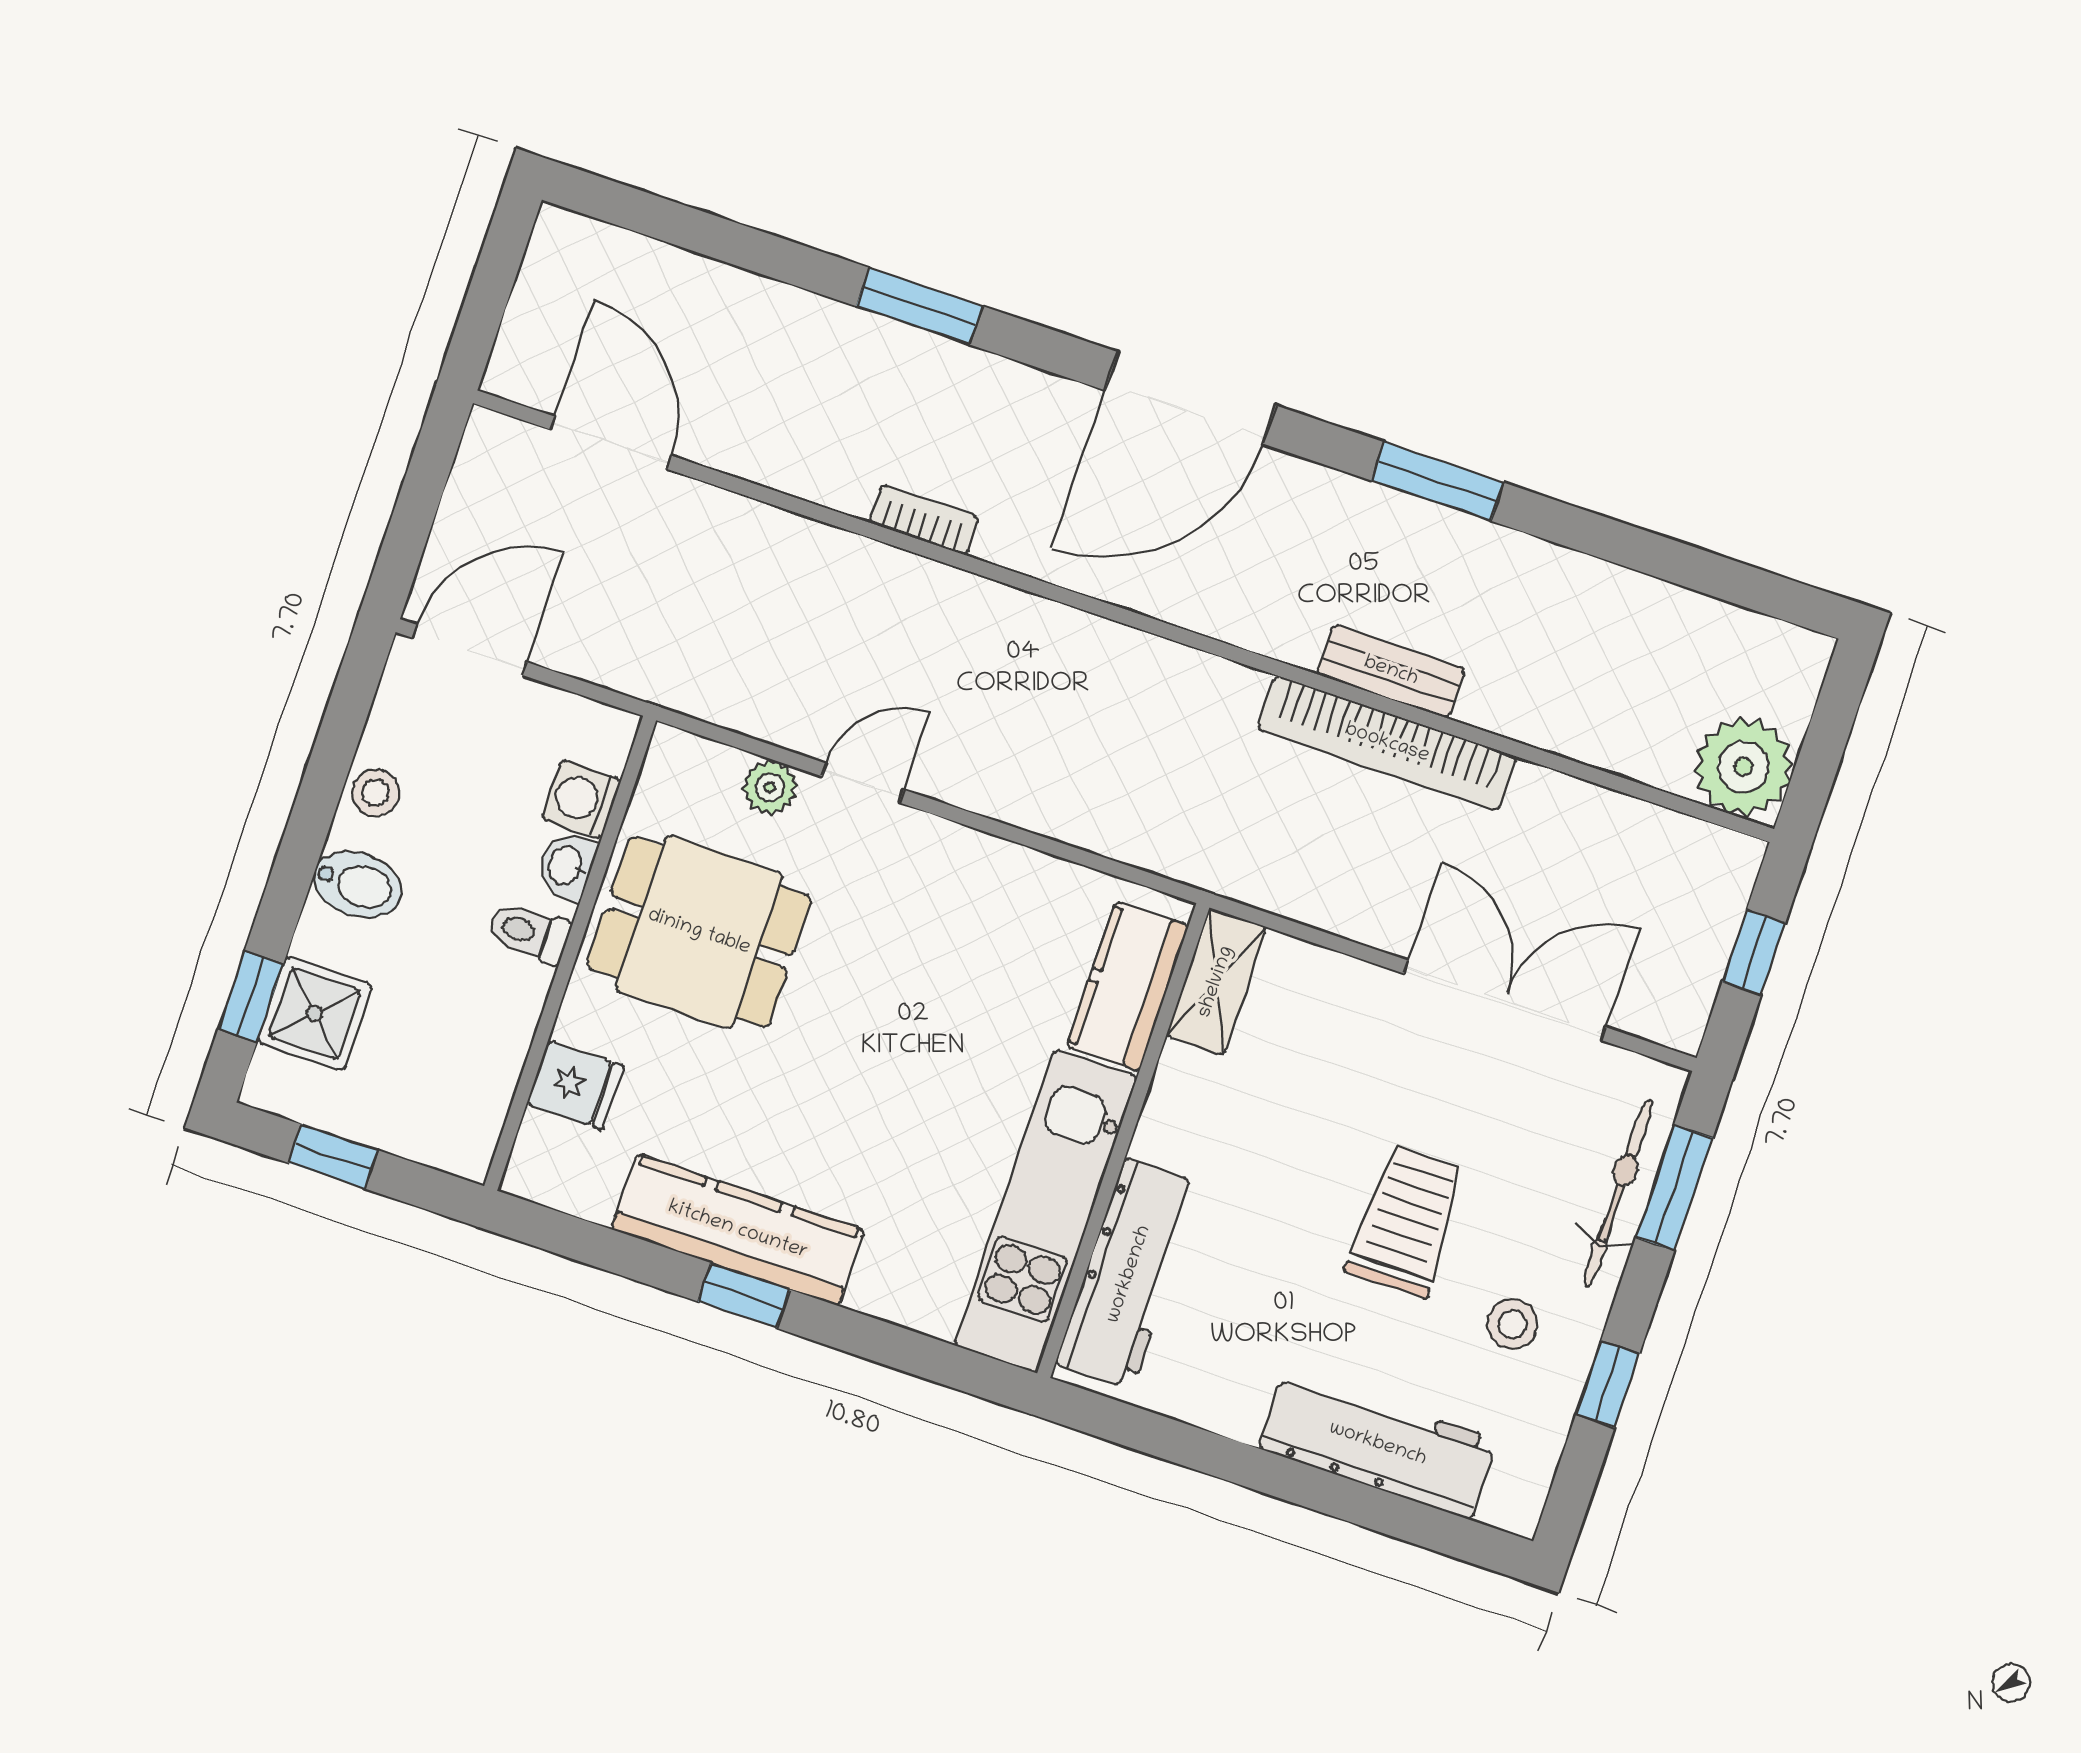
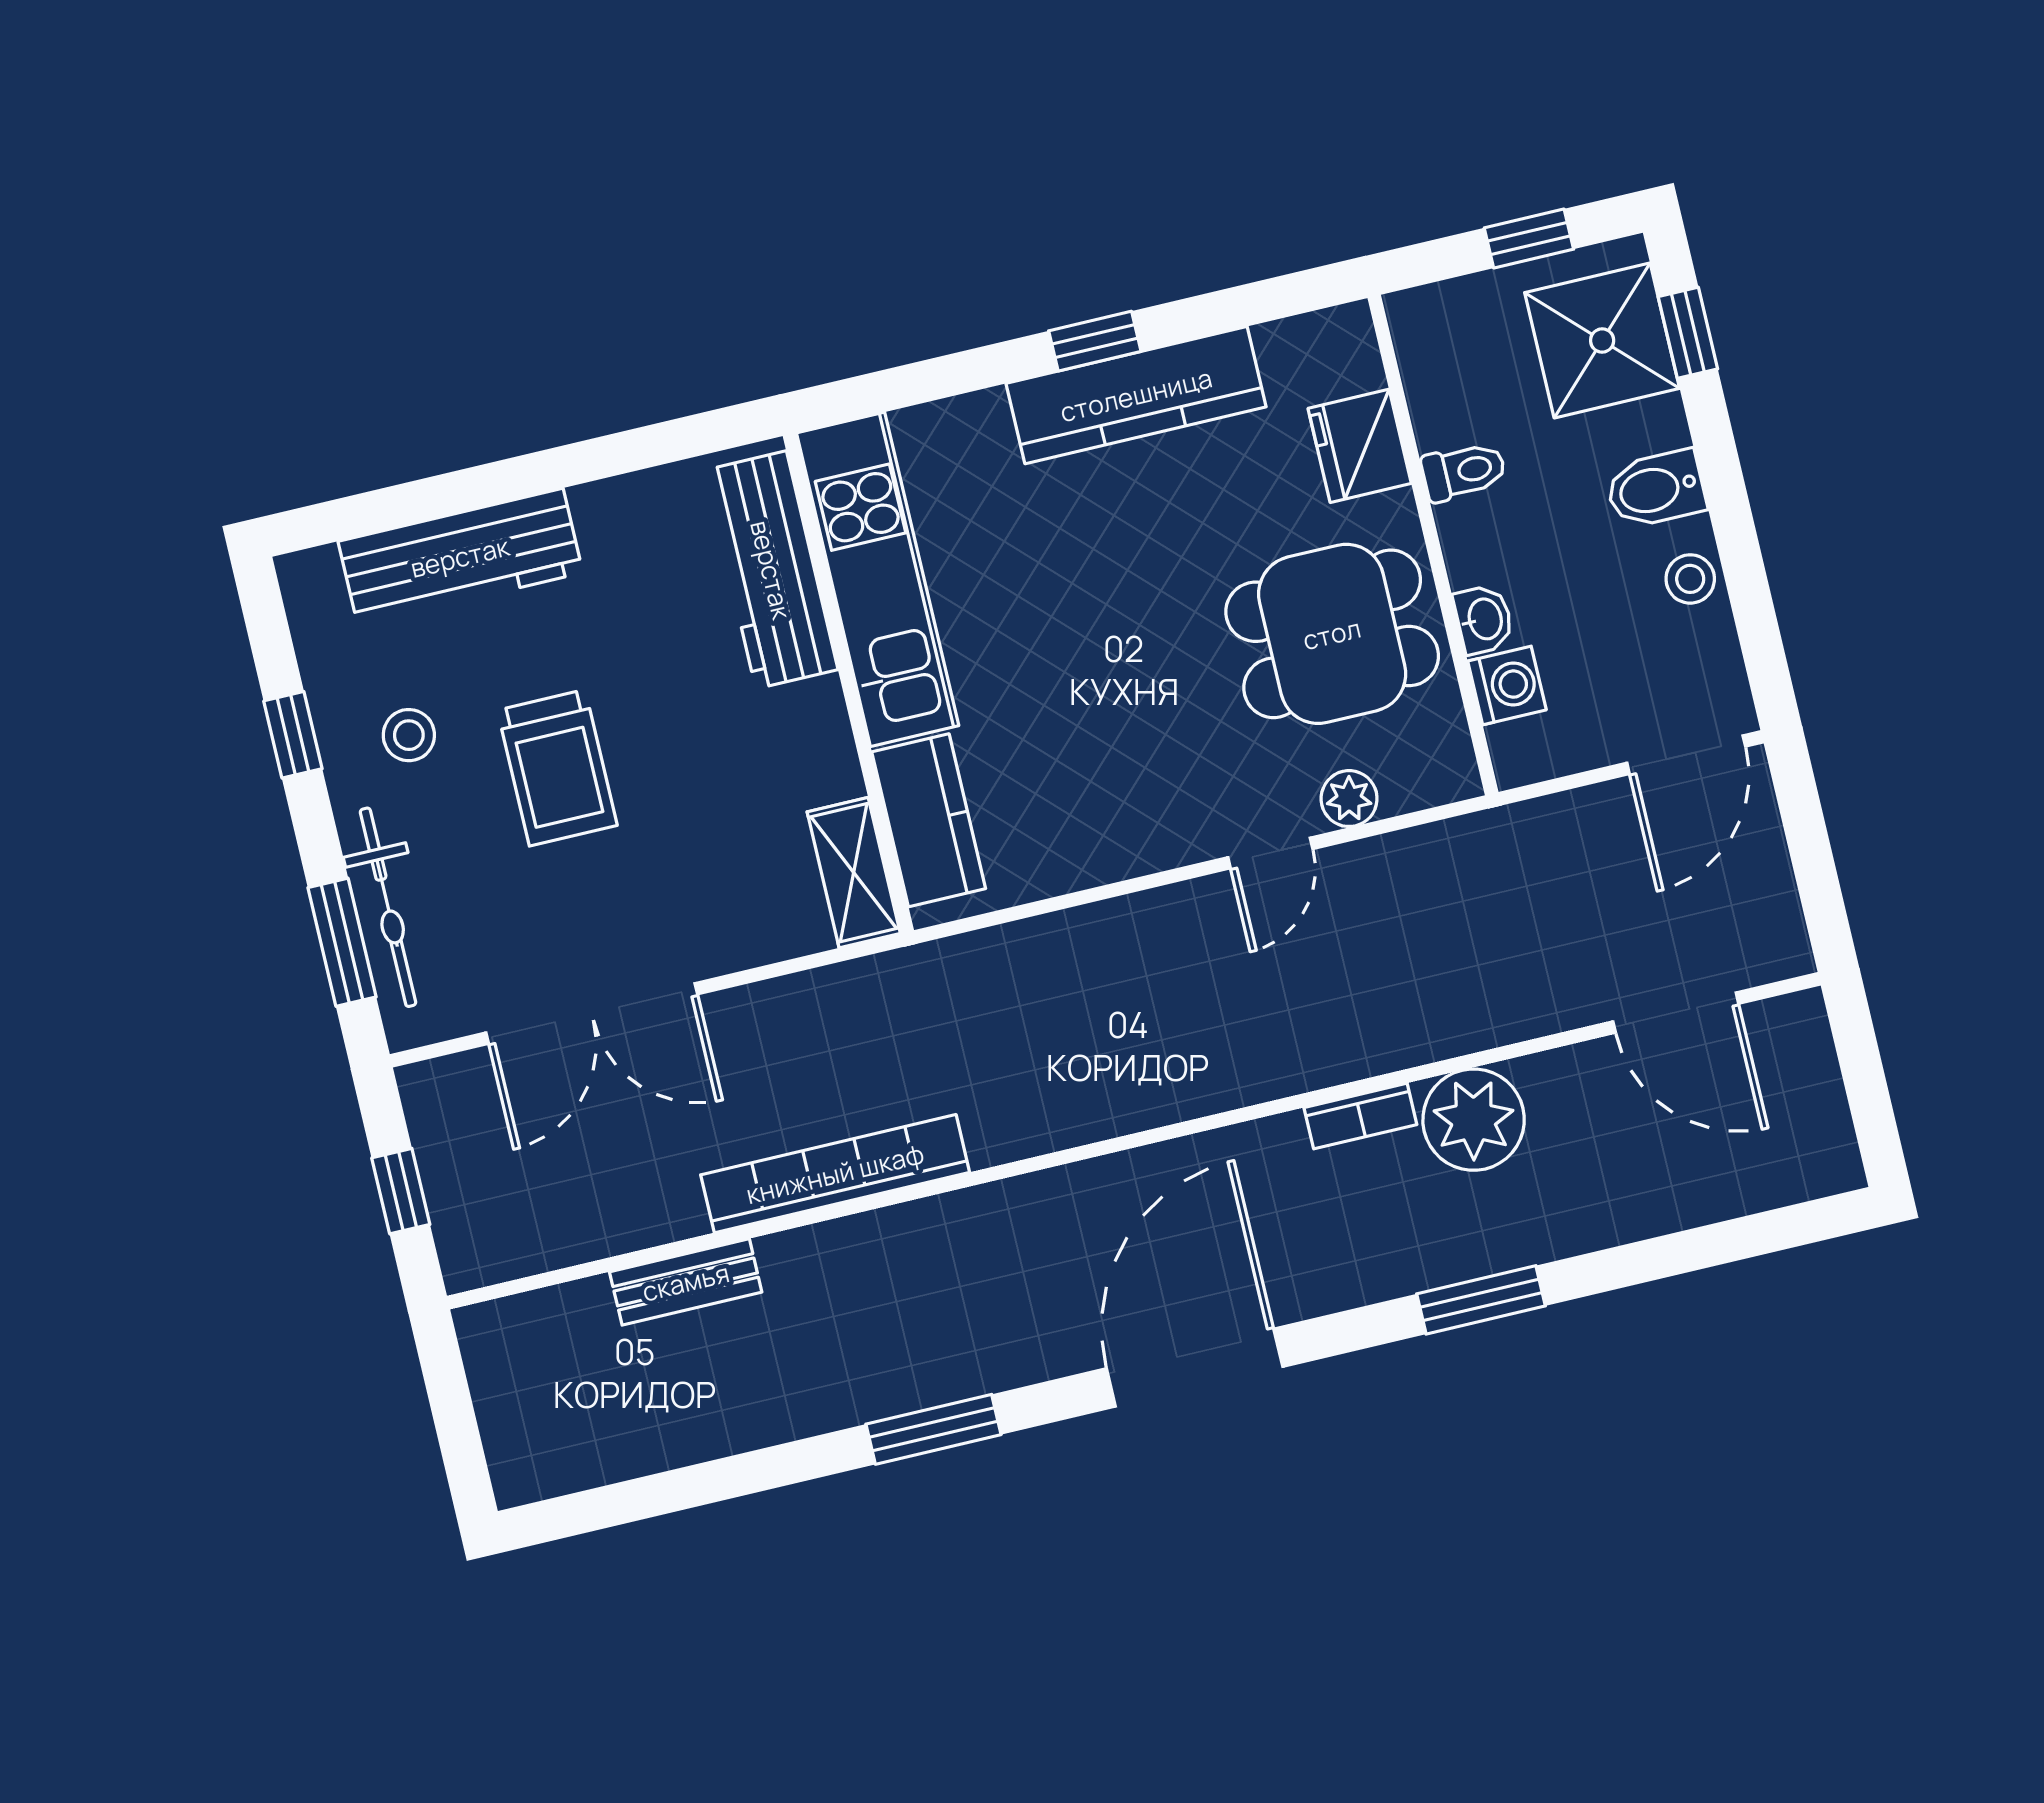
bench: (1391, 671) -> (686, 1282), moved
plant: (1743, 767) -> (1474, 1120), moved
toilet: (529, 932) -> (1464, 471), moved
shower: (315, 1013) -> (1602, 340), width x1.36, depth x1.36
fridge: (575, 1085) -> (1360, 446), width x1.38

